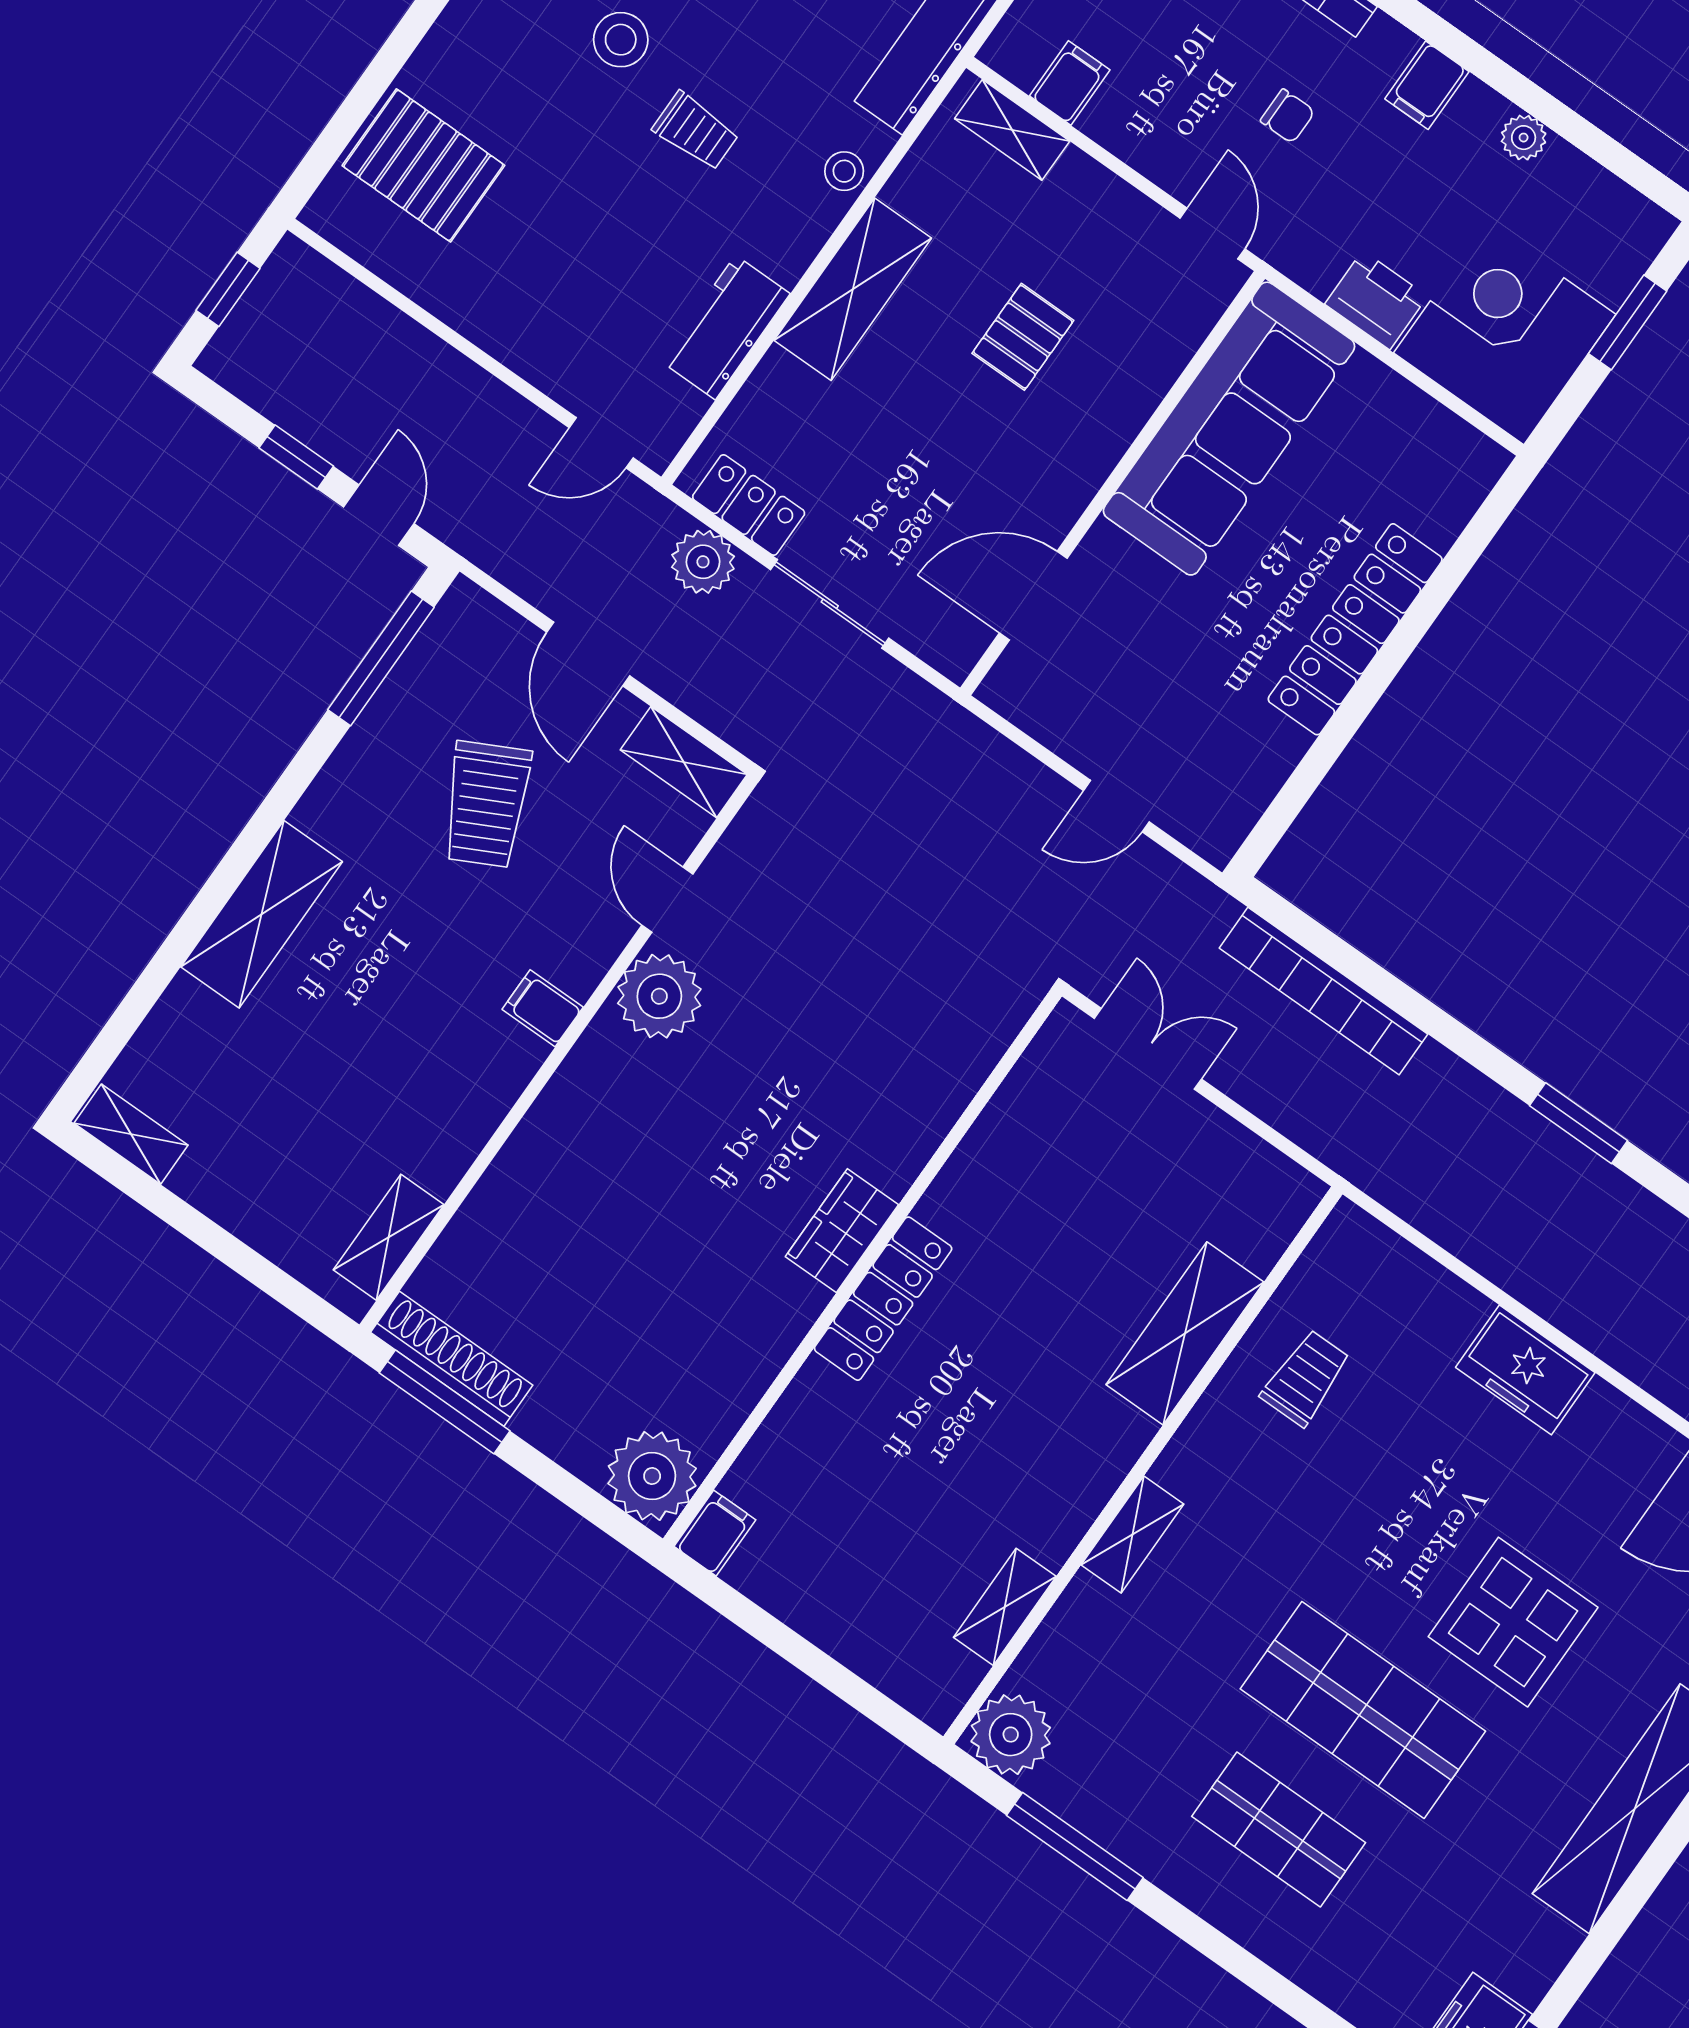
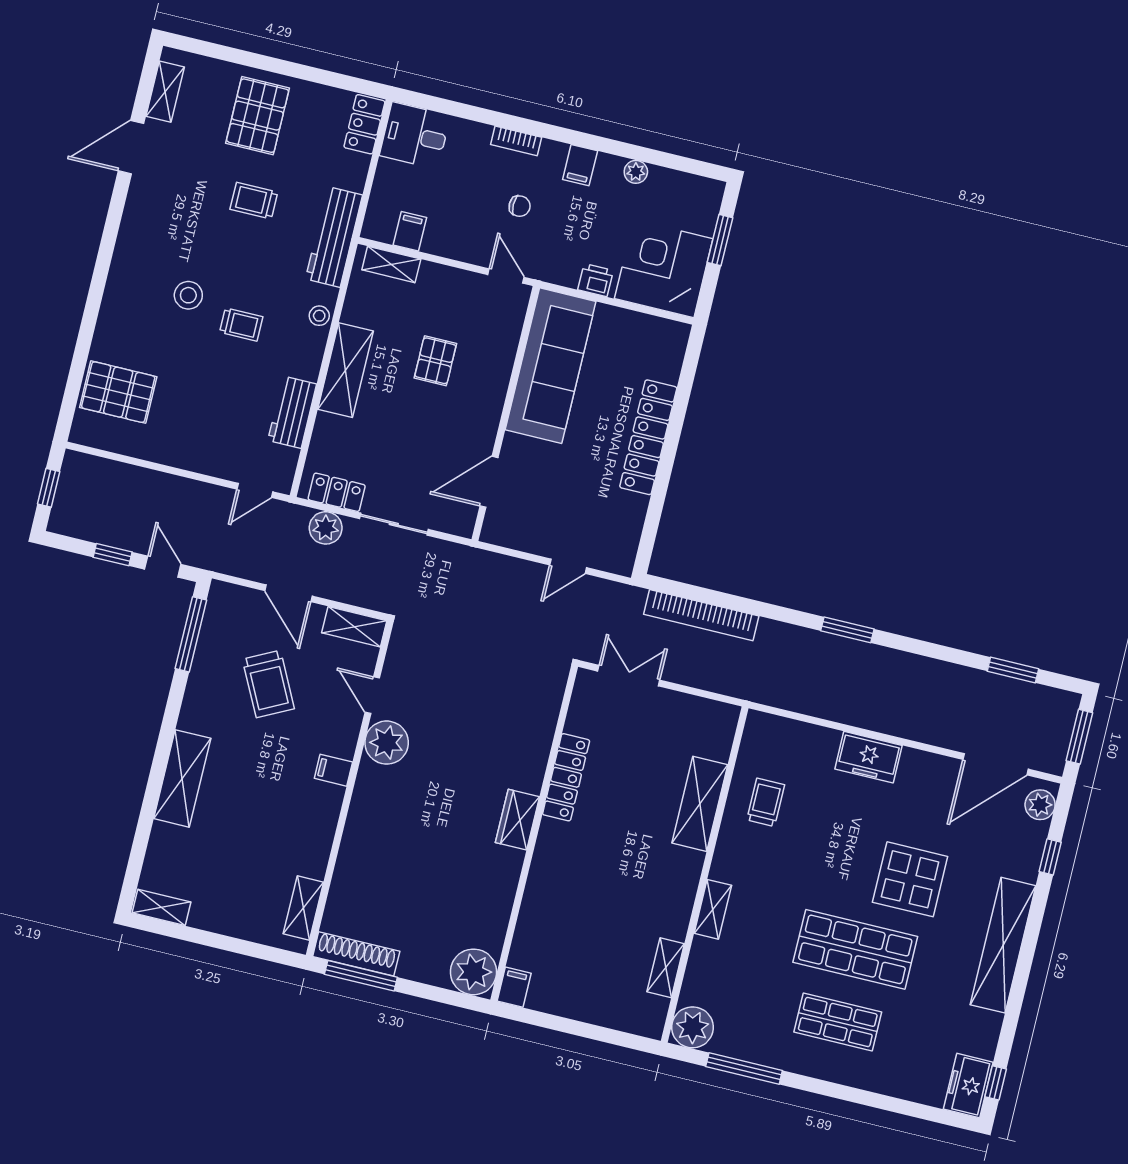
printer: (1376, 300) -> (596, 280), width x0.73, depth x0.81
locker: (883, 1299) -> (566, 777), moved

